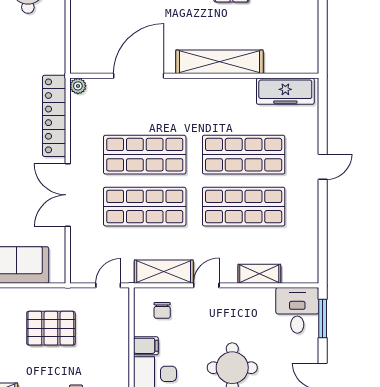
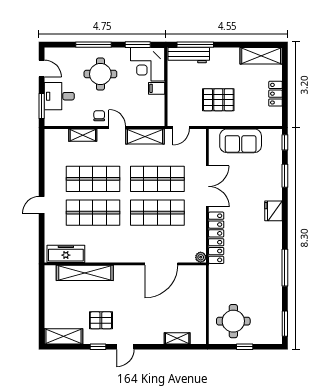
shelving: (219, 62) -> (85, 273), moved
door: (206, 285) -> (117, 128), swing flipped
chair: (162, 310) -> (99, 116), moved
desk: (297, 310) -> (59, 96), moved, turned 90

